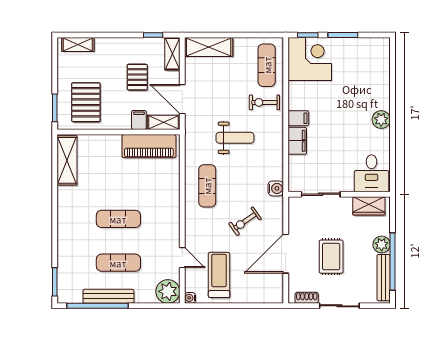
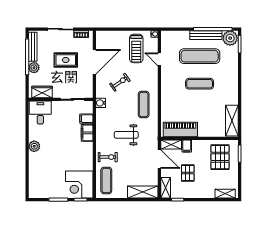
filing cabinet: (298, 118) -> (86, 119), moved
rug: (331, 257) -> (66, 60), turned 90
exercise mat: (118, 263) -> (200, 56), width x1.36, depth x1.45
plant: (168, 291) -> (230, 38), moved

